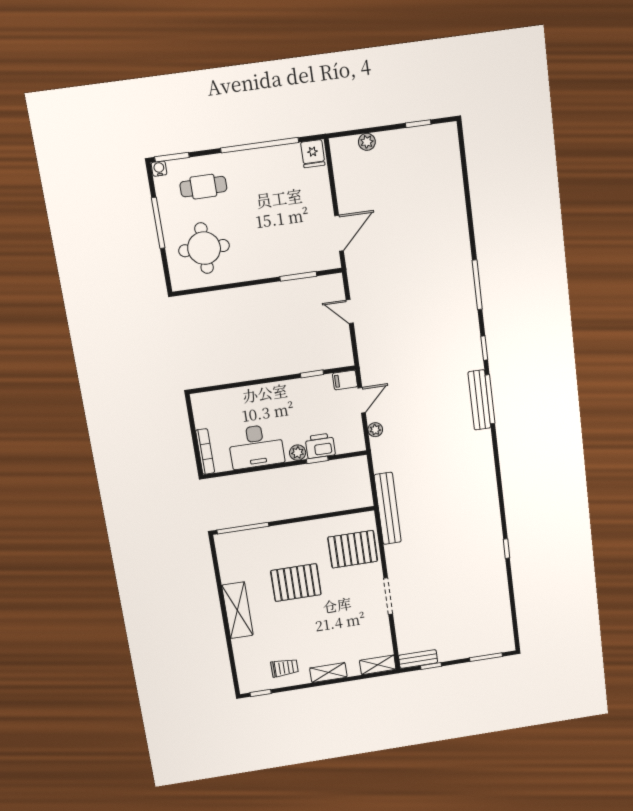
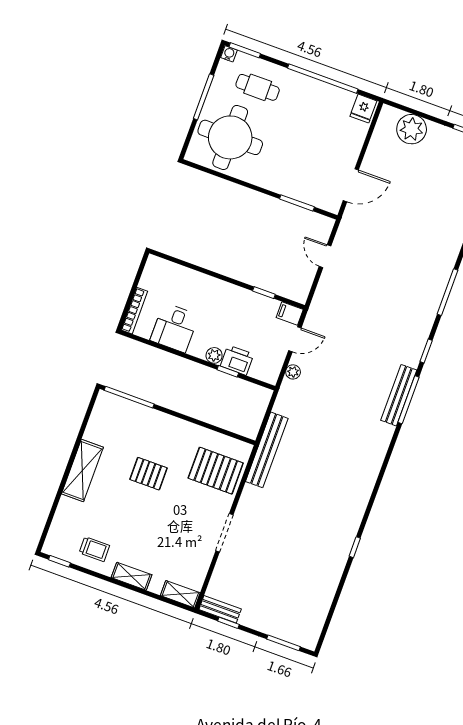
plant: (367, 142) -> (412, 129), width x1.87, depth x1.87
round table: (204, 248) -> (230, 137), width x1.36, depth x1.36
desk: (256, 446) -> (174, 328), width x0.73
pallet: (296, 583) -> (148, 474), width x0.67, depth x0.71

